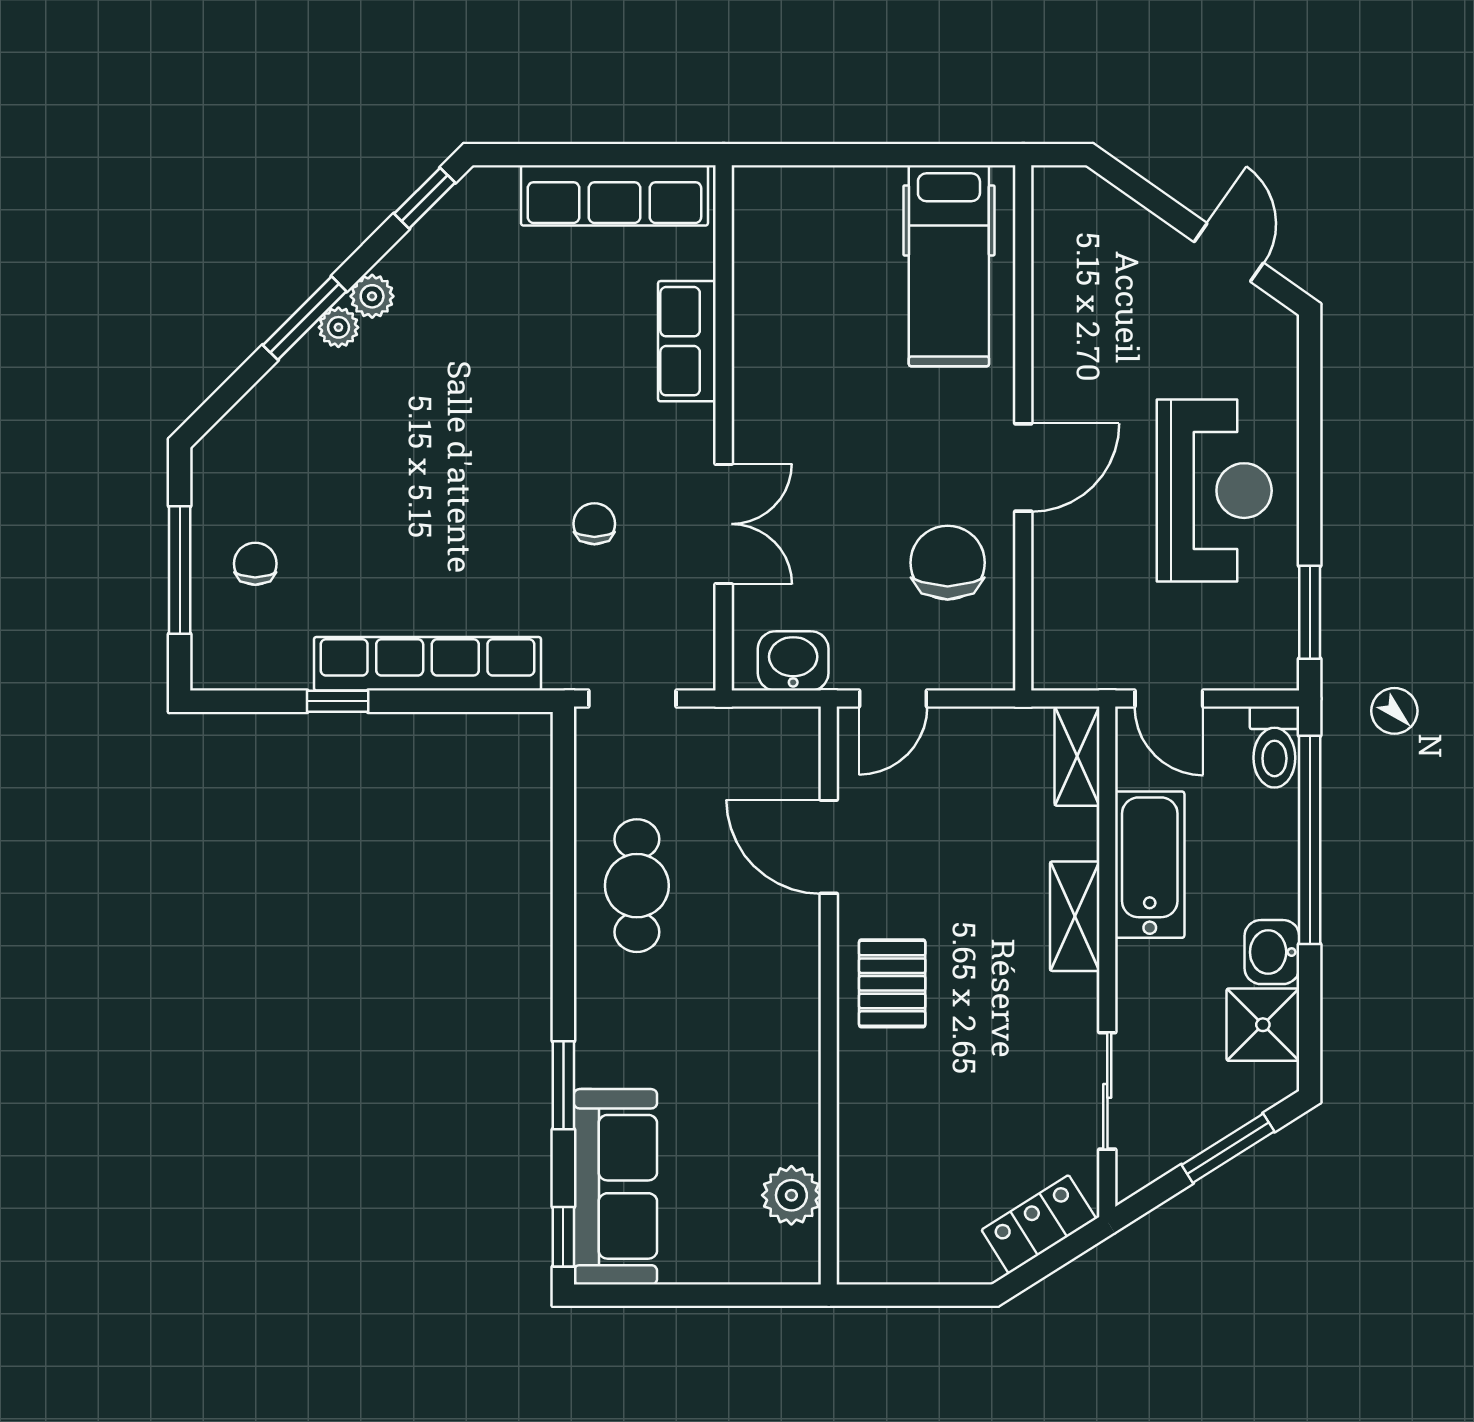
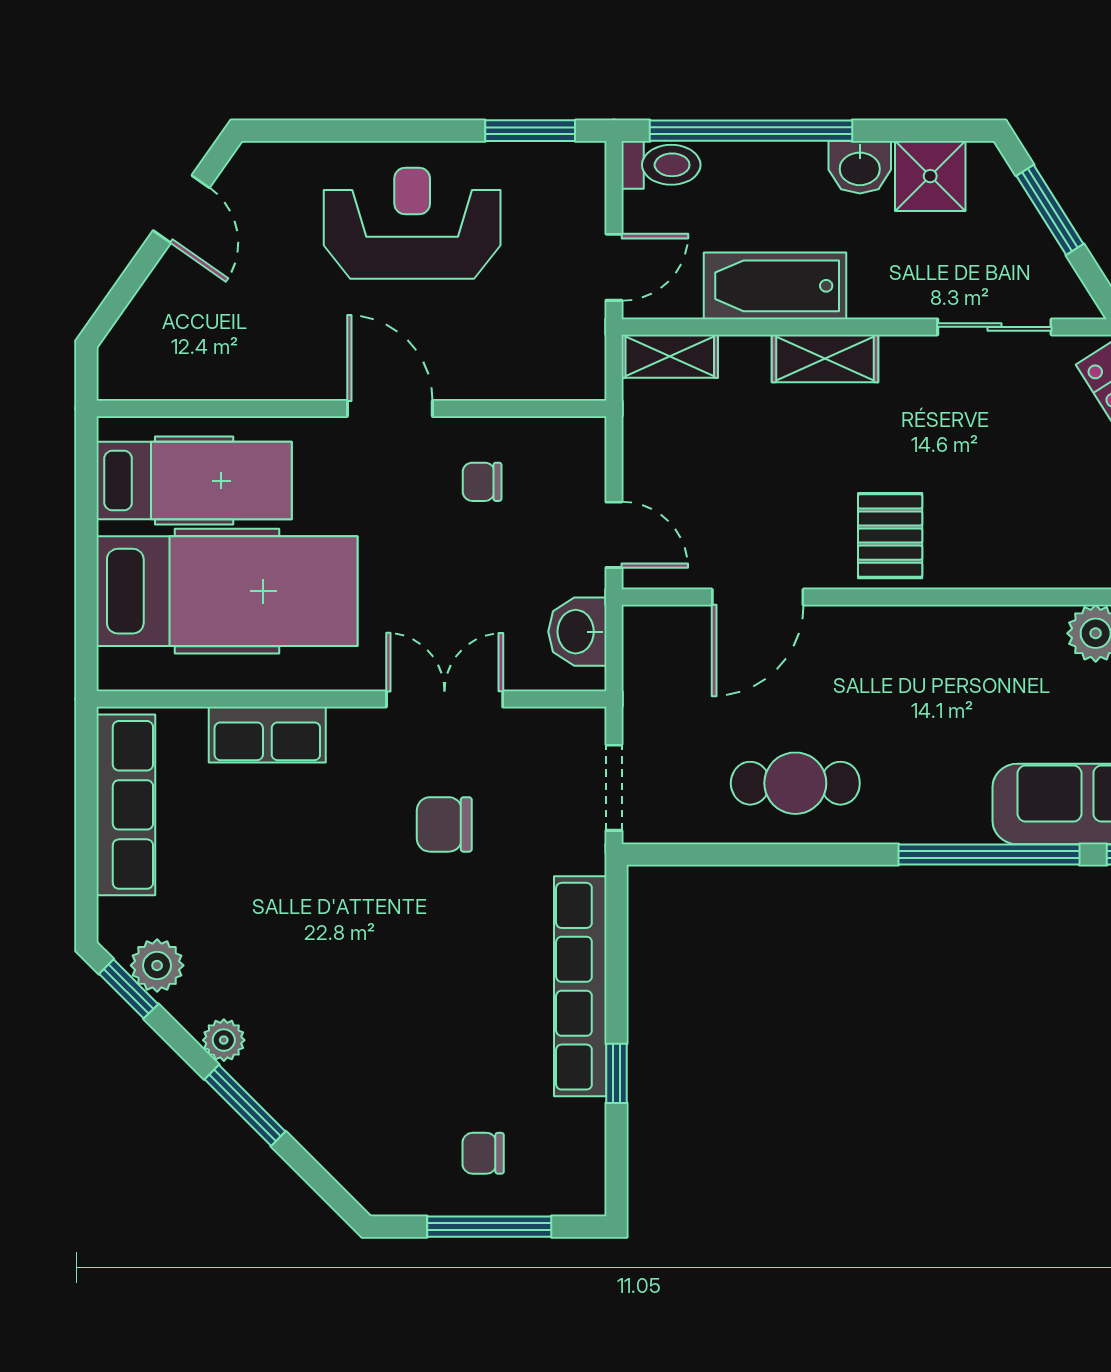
door: (1229, 252) -> (181, 209), swing flipped
hospital bed: (835, 300) -> (227, 591), added
plant: (338, 327) -> (157, 965), moved, width x1.38, depth x1.38
chair: (594, 524) -> (444, 824), width x1.37, depth x1.37
chair: (948, 563) -> (482, 482), width x0.54, depth x0.54
pallet: (892, 983) -> (890, 536), turned 90
window: (563, 1085) -> (989, 855), width x2.11

